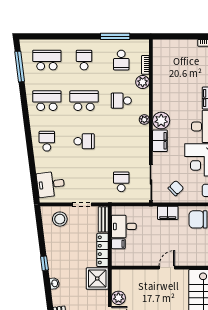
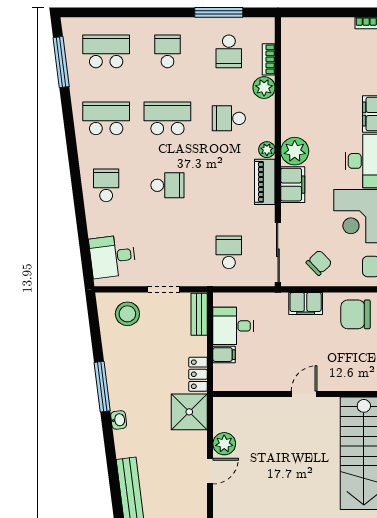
piano: (143, 139) -> (265, 182), added
locker: (103, 250) -> (198, 374), width x0.66
window: (44, 263) -> (102, 387), width x2.17

